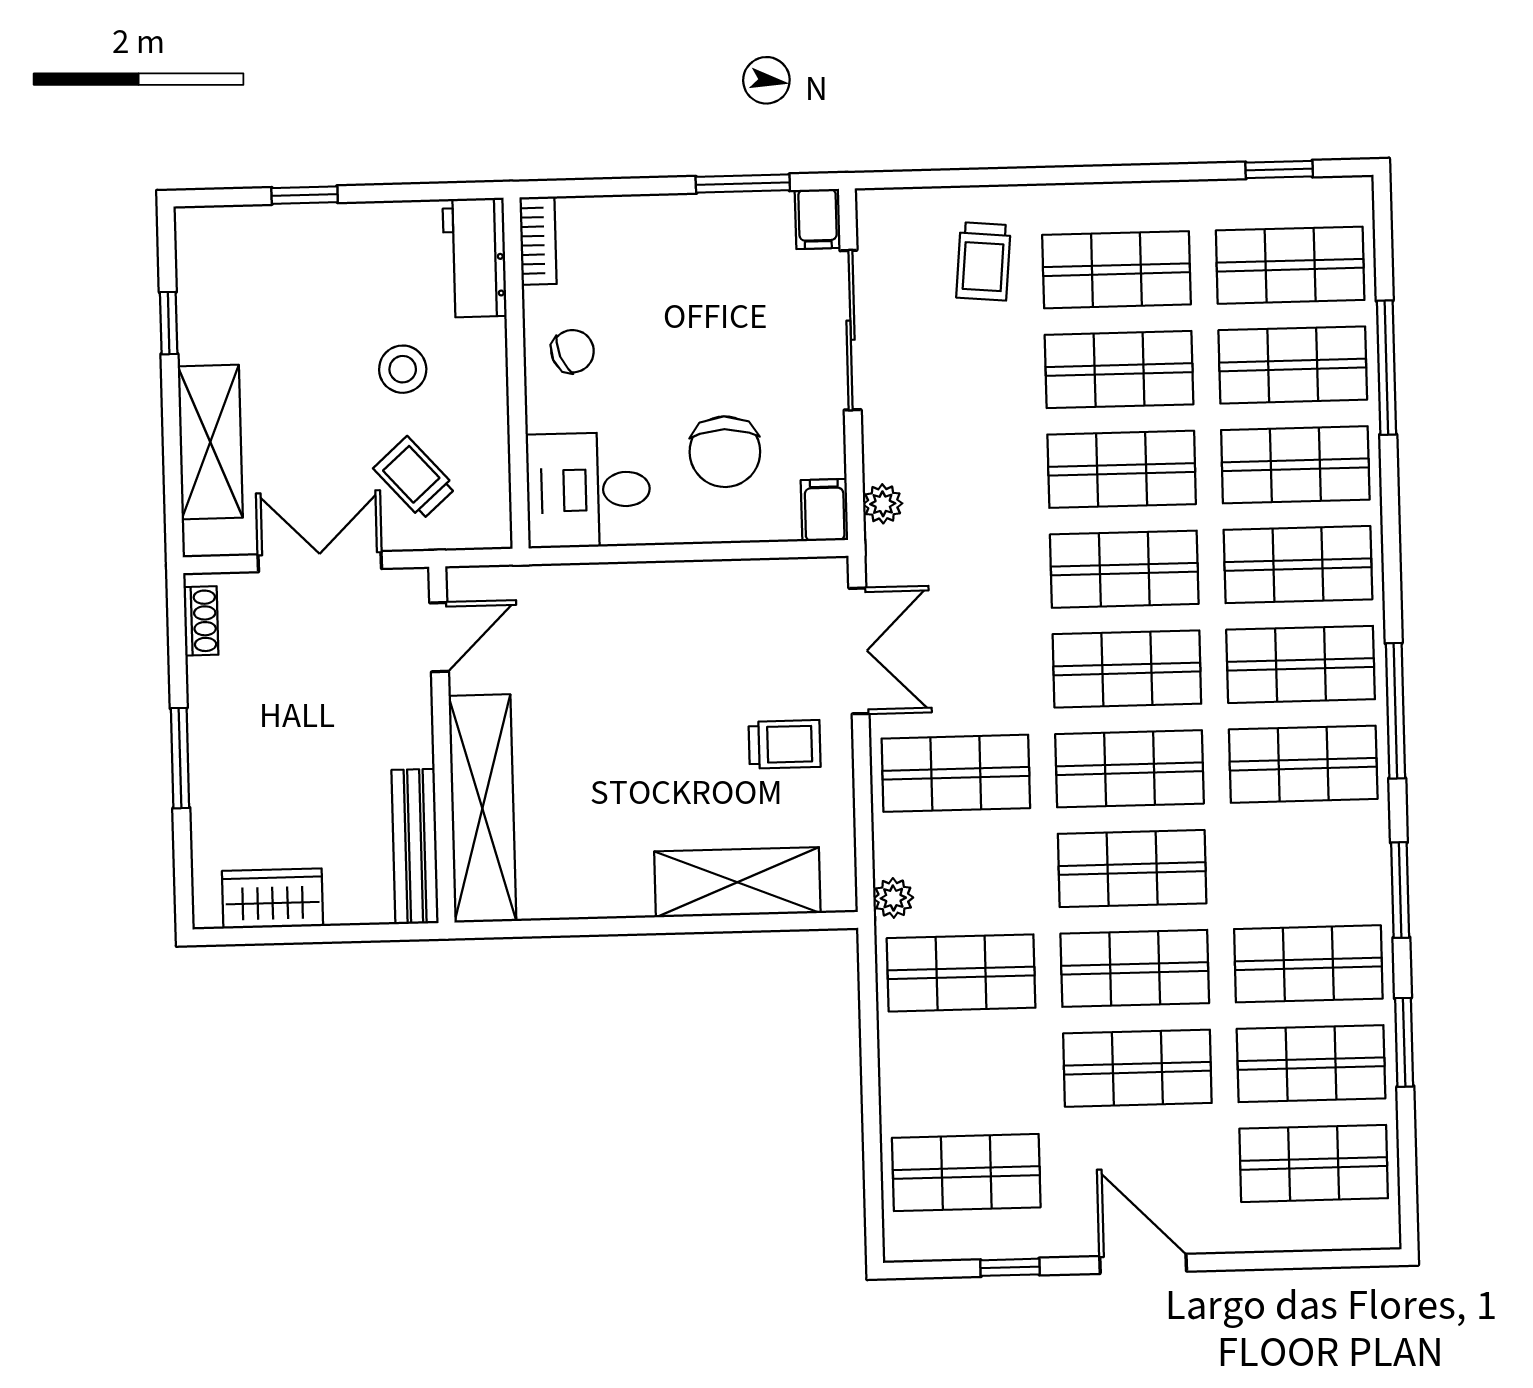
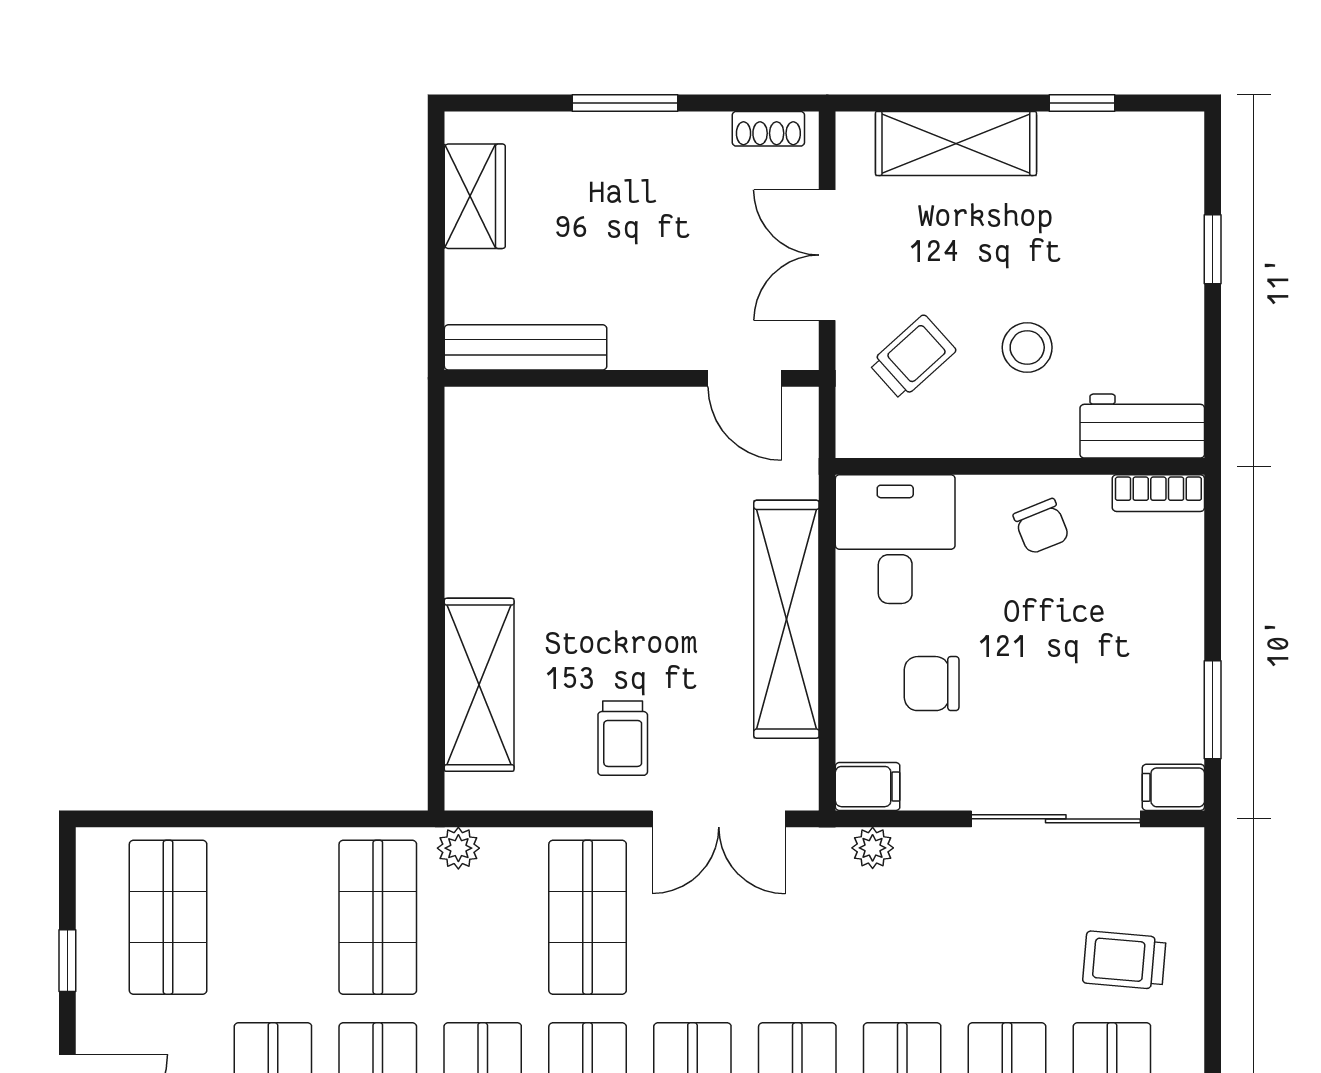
chair: (725, 452) -> (932, 684), width x0.73, depth x0.73
double door: (320, 562) -> (827, 255), swing flipped
shelving: (482, 808) -> (786, 619), moved, turned 90

